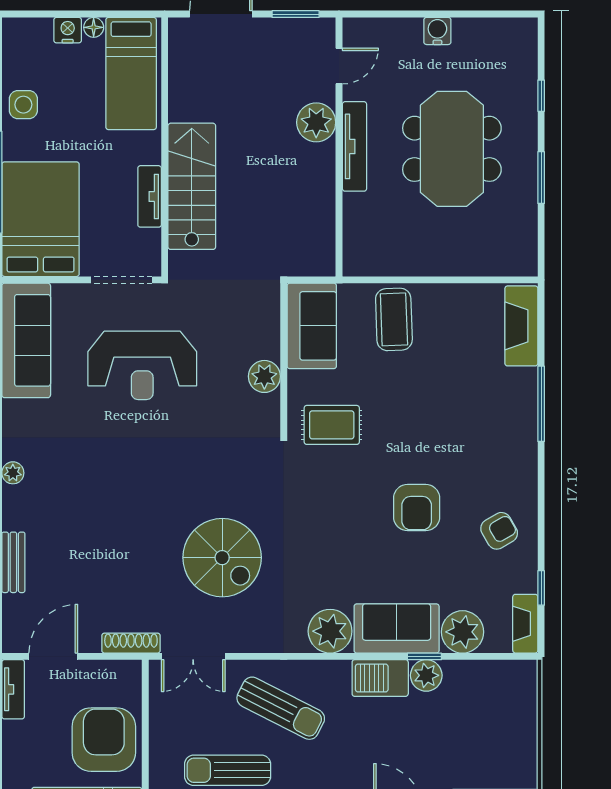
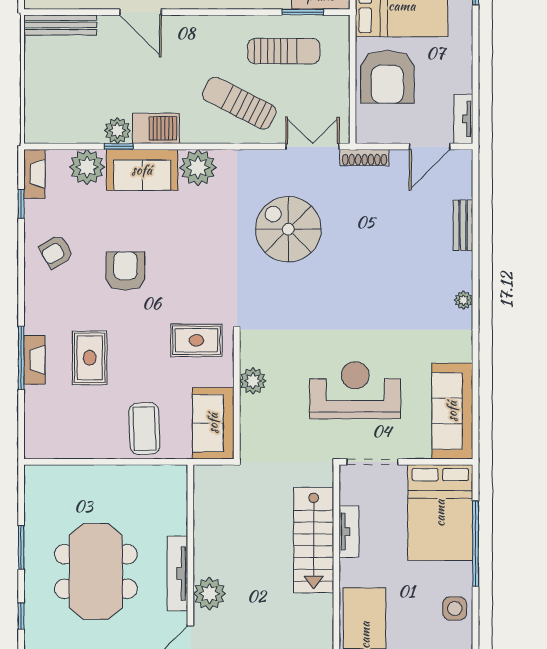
fireplace: (521, 326) -> (34, 360), moved, width x0.73, depth x0.76
rug: (459, 404) -> (90, 358), added

